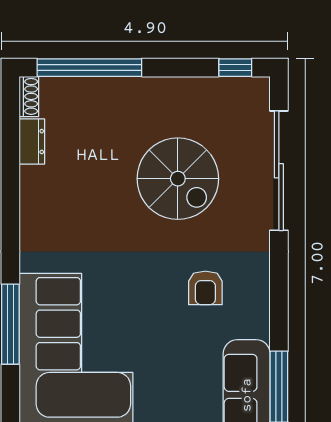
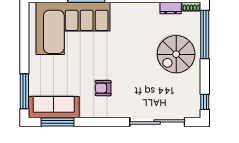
spiral stairs: (178, 179) -> (176, 54), moved

